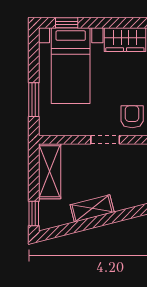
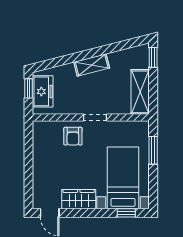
shelving: (92, 208) -> (92, 65), moved

